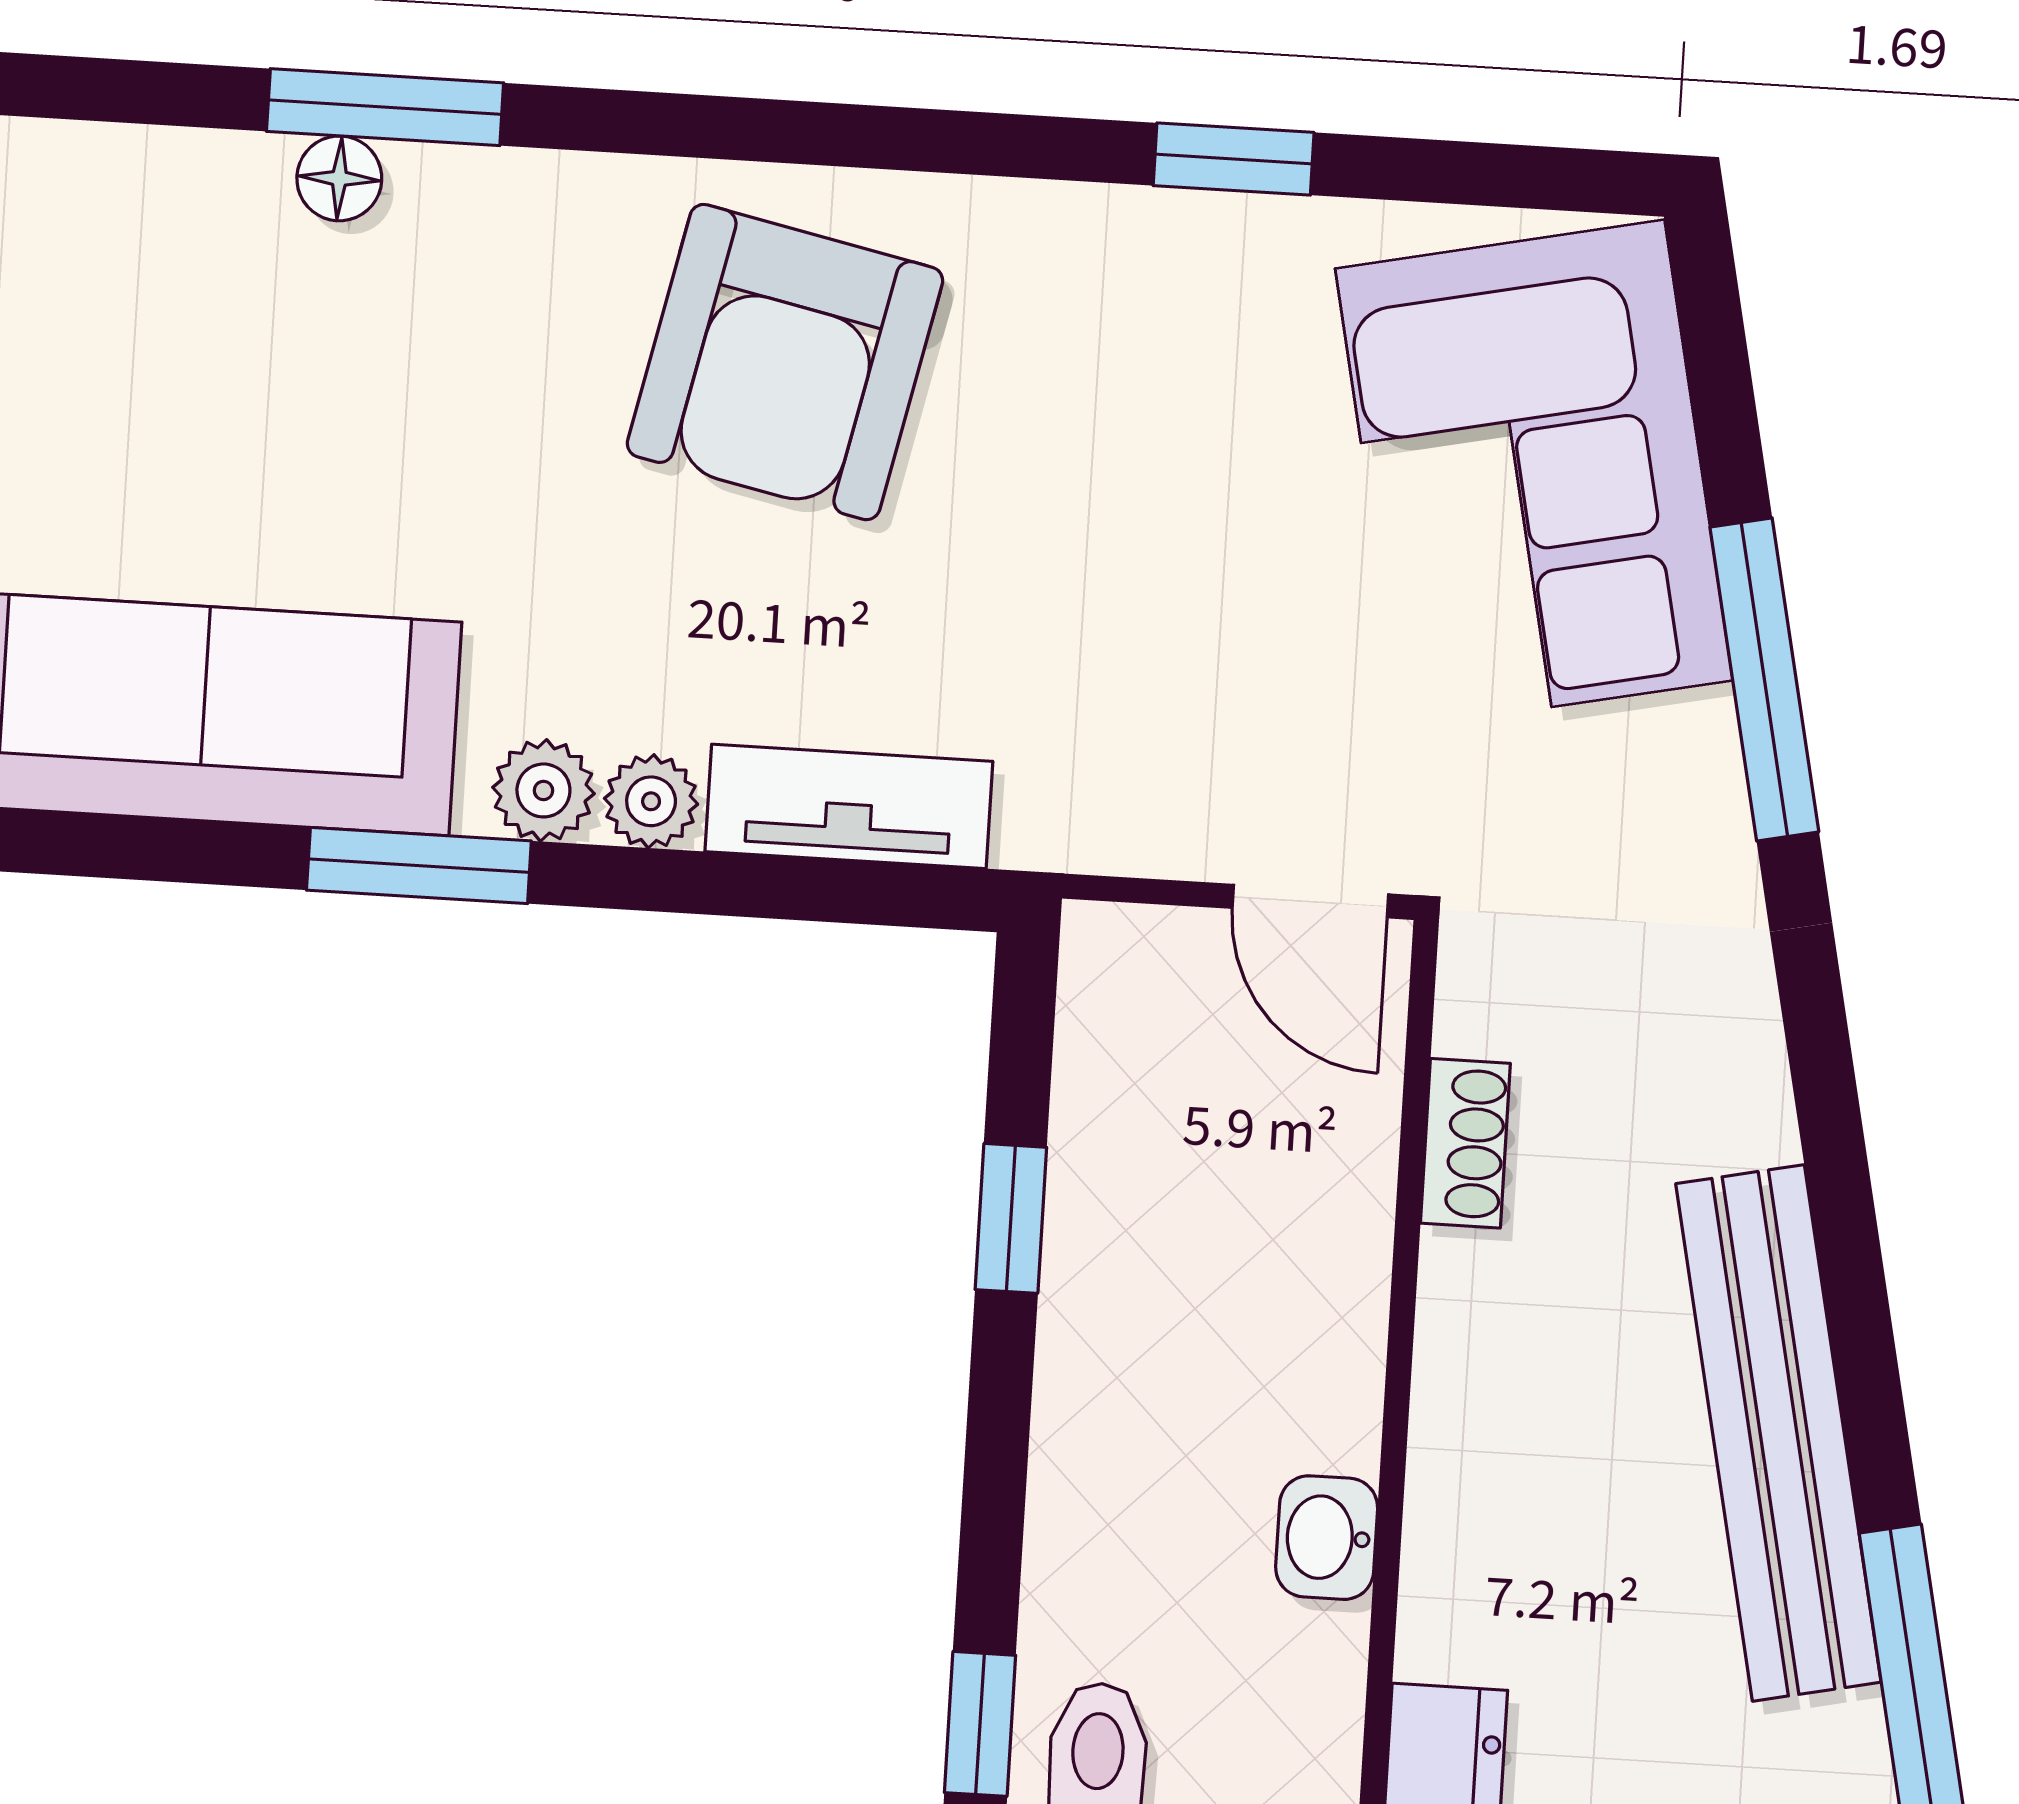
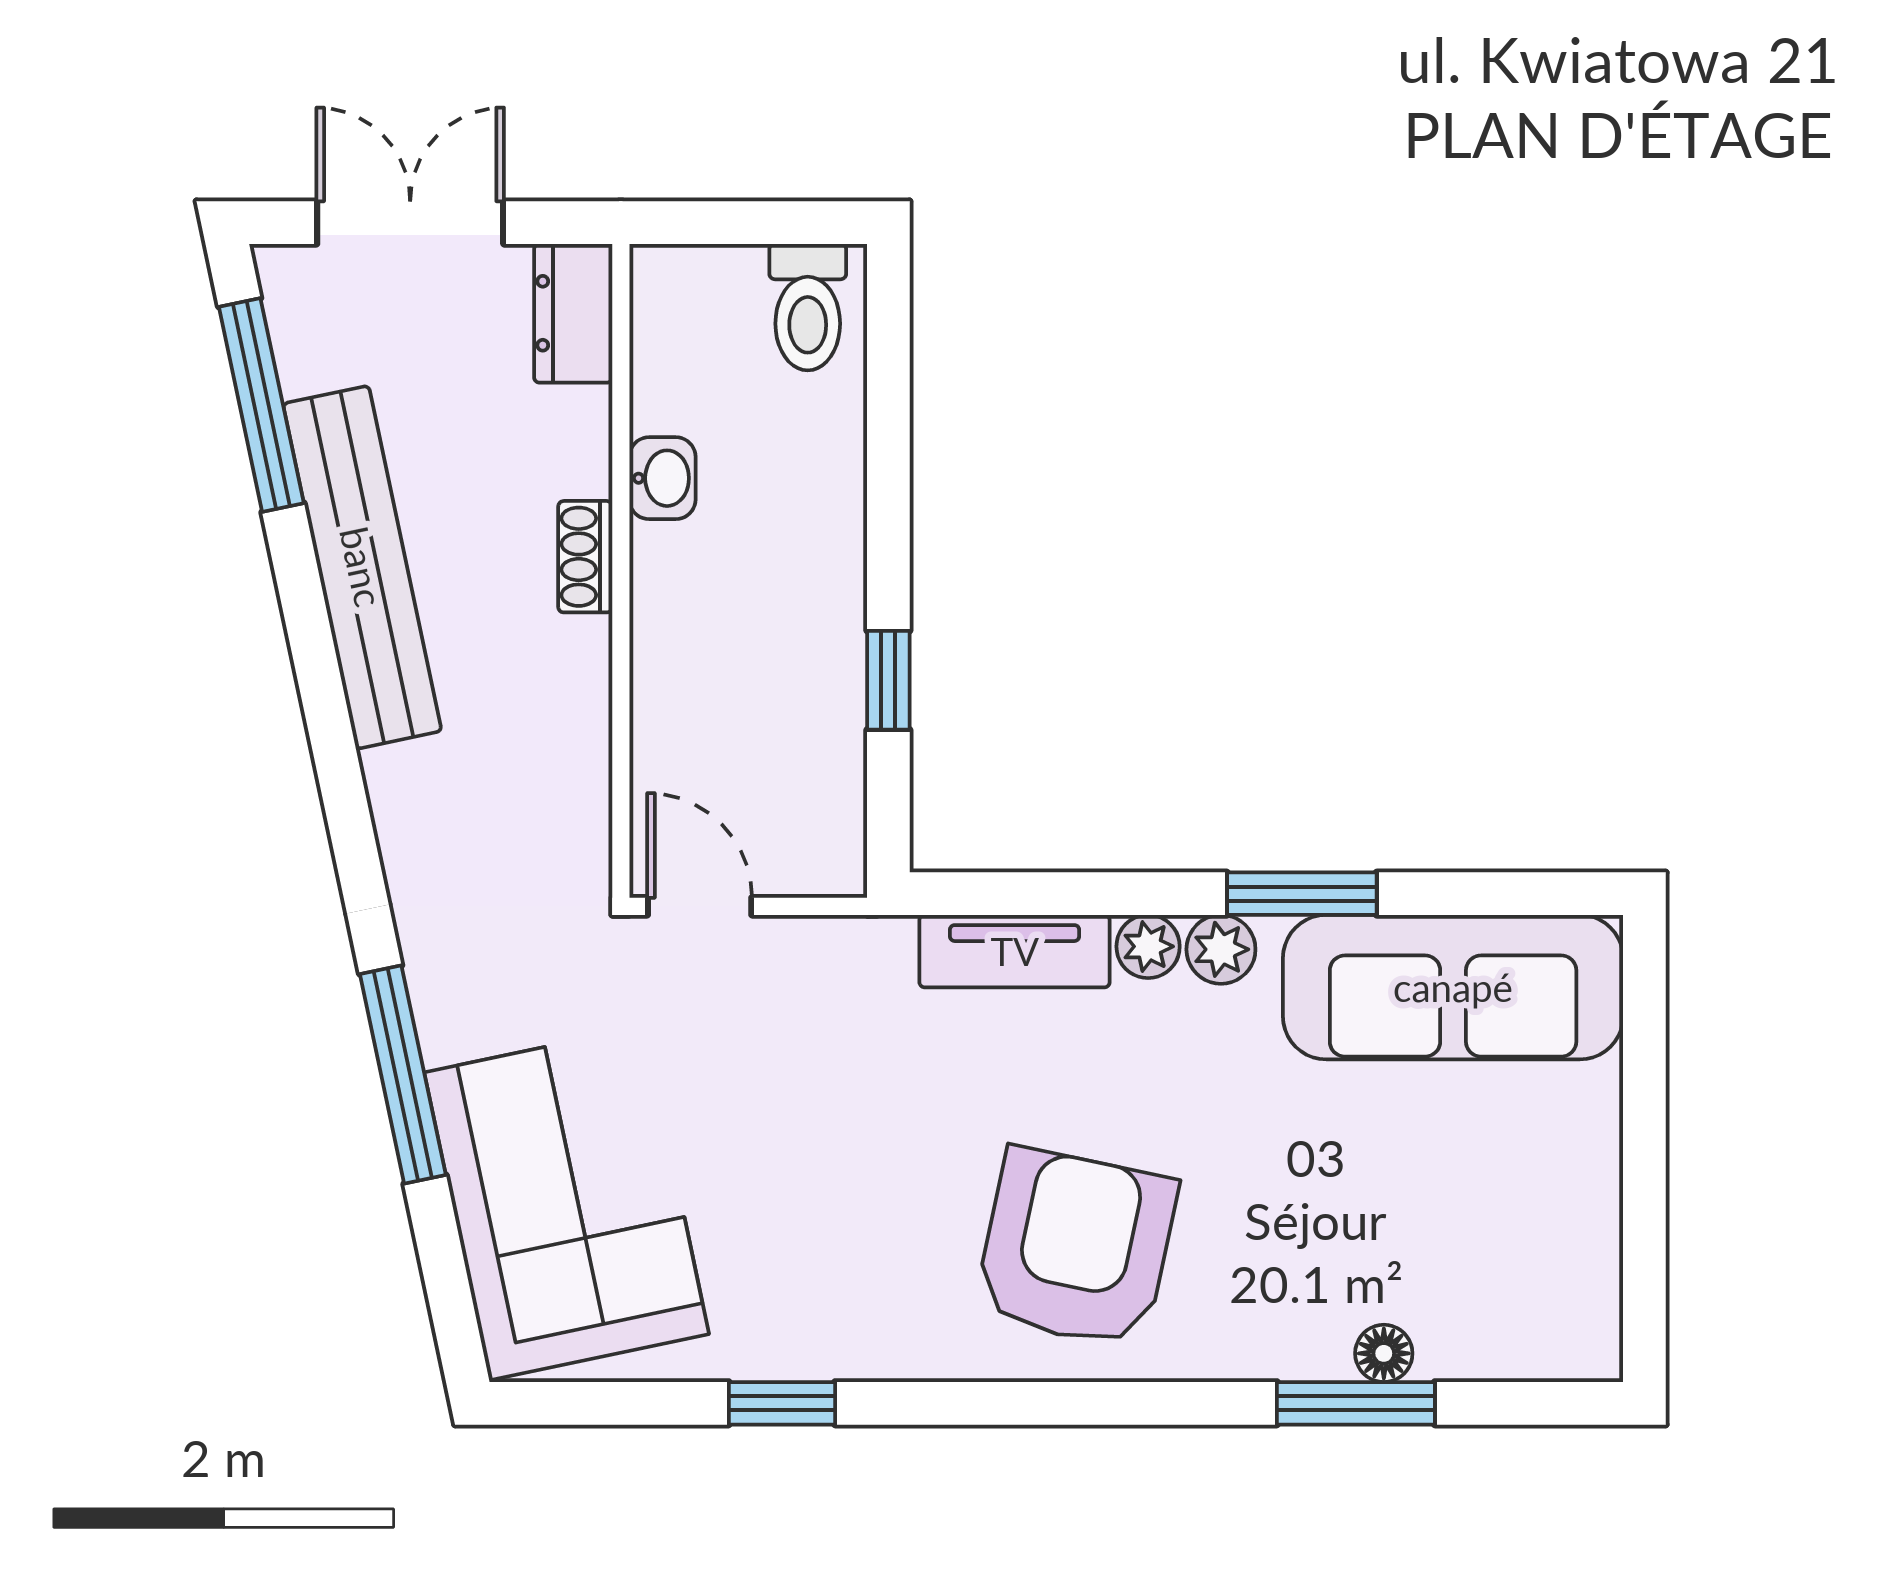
shoe rack: (1465, 1143) -> (585, 557), moved
window: (980, 1724) -> (888, 338), removed

